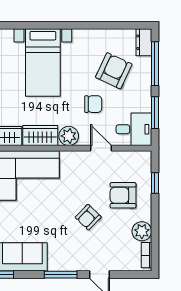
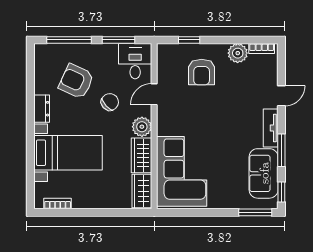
dresser: (144, 42) -> (42, 109), moved, turned -90
chair: (93, 104) -> (110, 102), turned 47
armchair: (88, 217) -> (224, 107), removed
tv unit: (67, 264) -> (271, 128), added
window: (61, 275) -> (281, 150), moved

